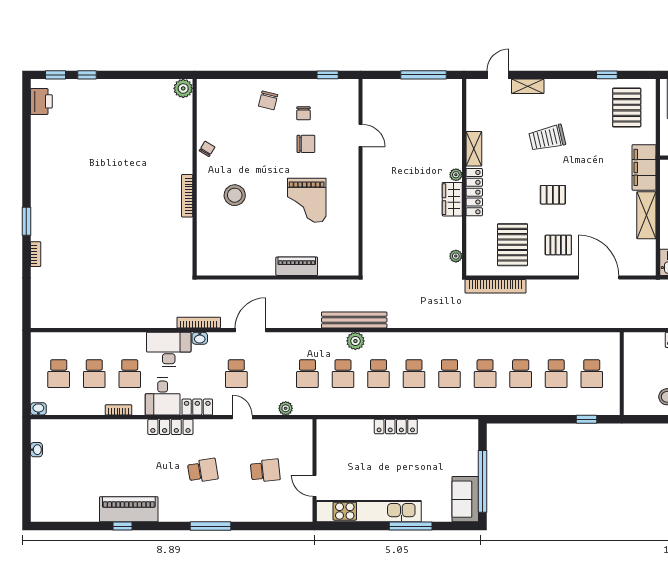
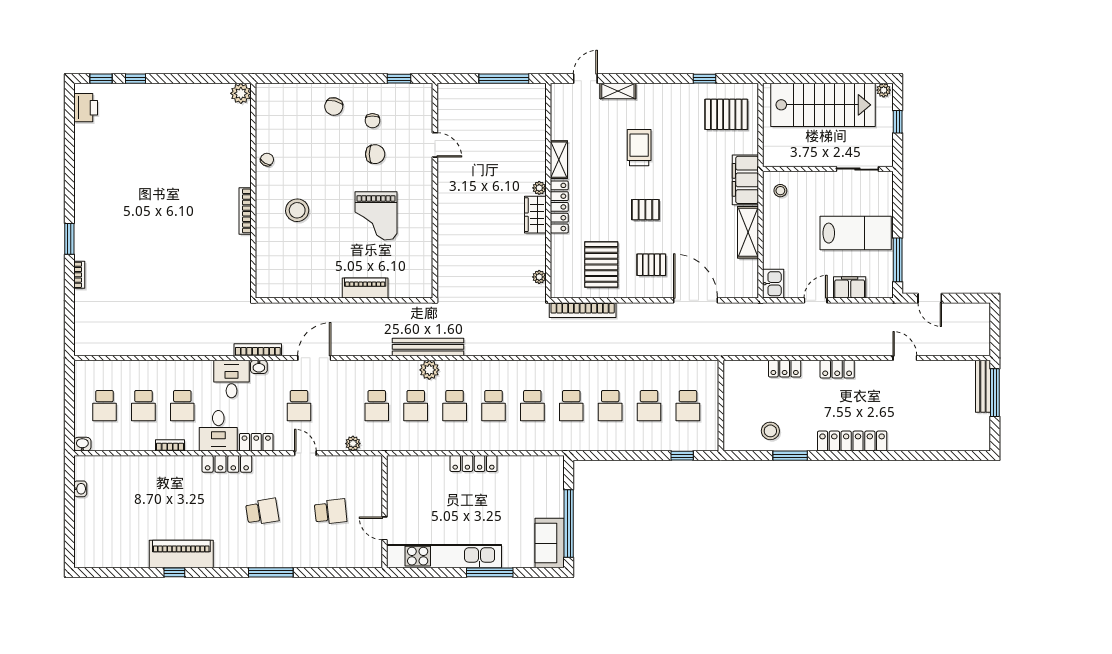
pallet: (627, 108) -> (726, 114), turned 90
trolley: (547, 138) -> (639, 148), turned 103
desk: (169, 349) -> (232, 379), width x0.73

